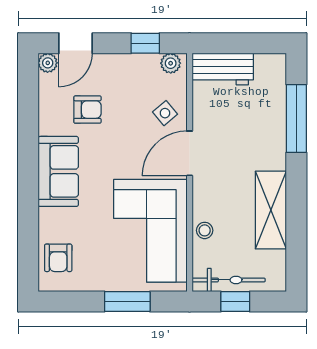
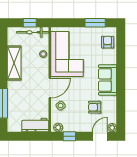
window: (127, 302) -> (95, 23), moved

